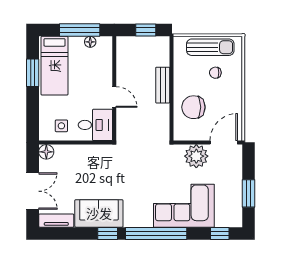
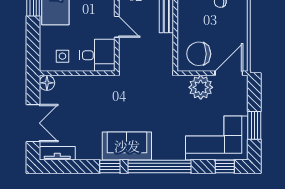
chair: (193, 107) -> (199, 54), moved
corner sofa: (184, 206) -> (217, 138), moved
sofa: (99, 213) -> (127, 146), moved

